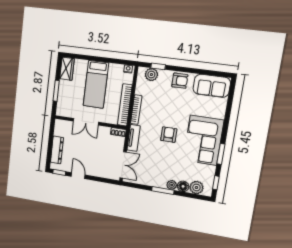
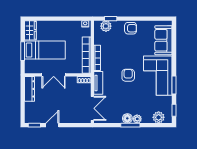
bed: (96, 84) -> (45, 50), moved, turned -90
sofa: (212, 86) -> (163, 40), moved, turned 90
dresser: (57, 150) -> (30, 89), moved
door: (78, 176) -> (52, 125), hinge flipped
floor lamp: (183, 186) -> (127, 118), moved

